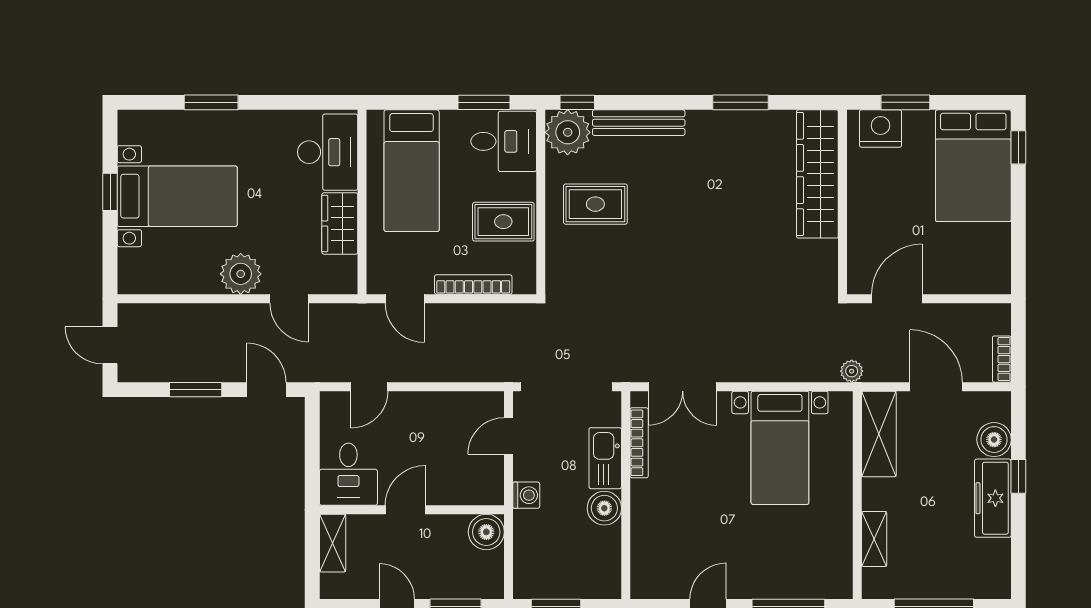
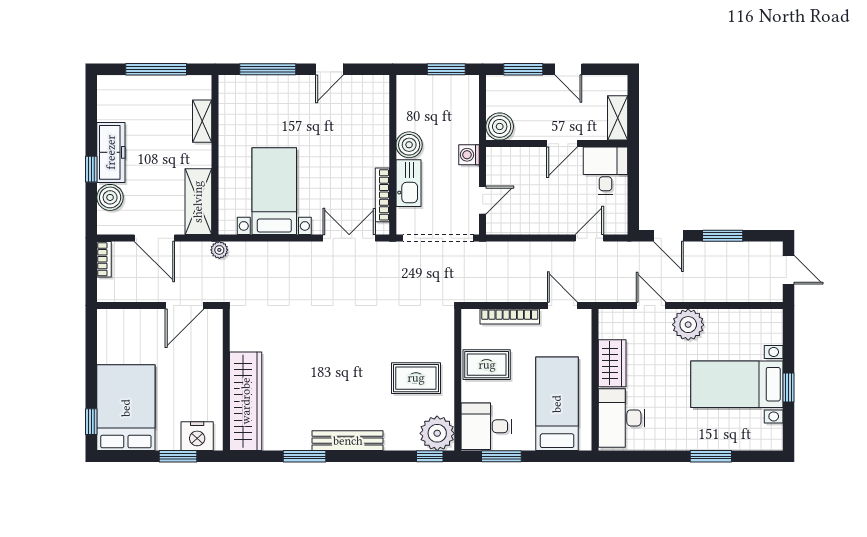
bench: (639, 123) -> (348, 441), moved

